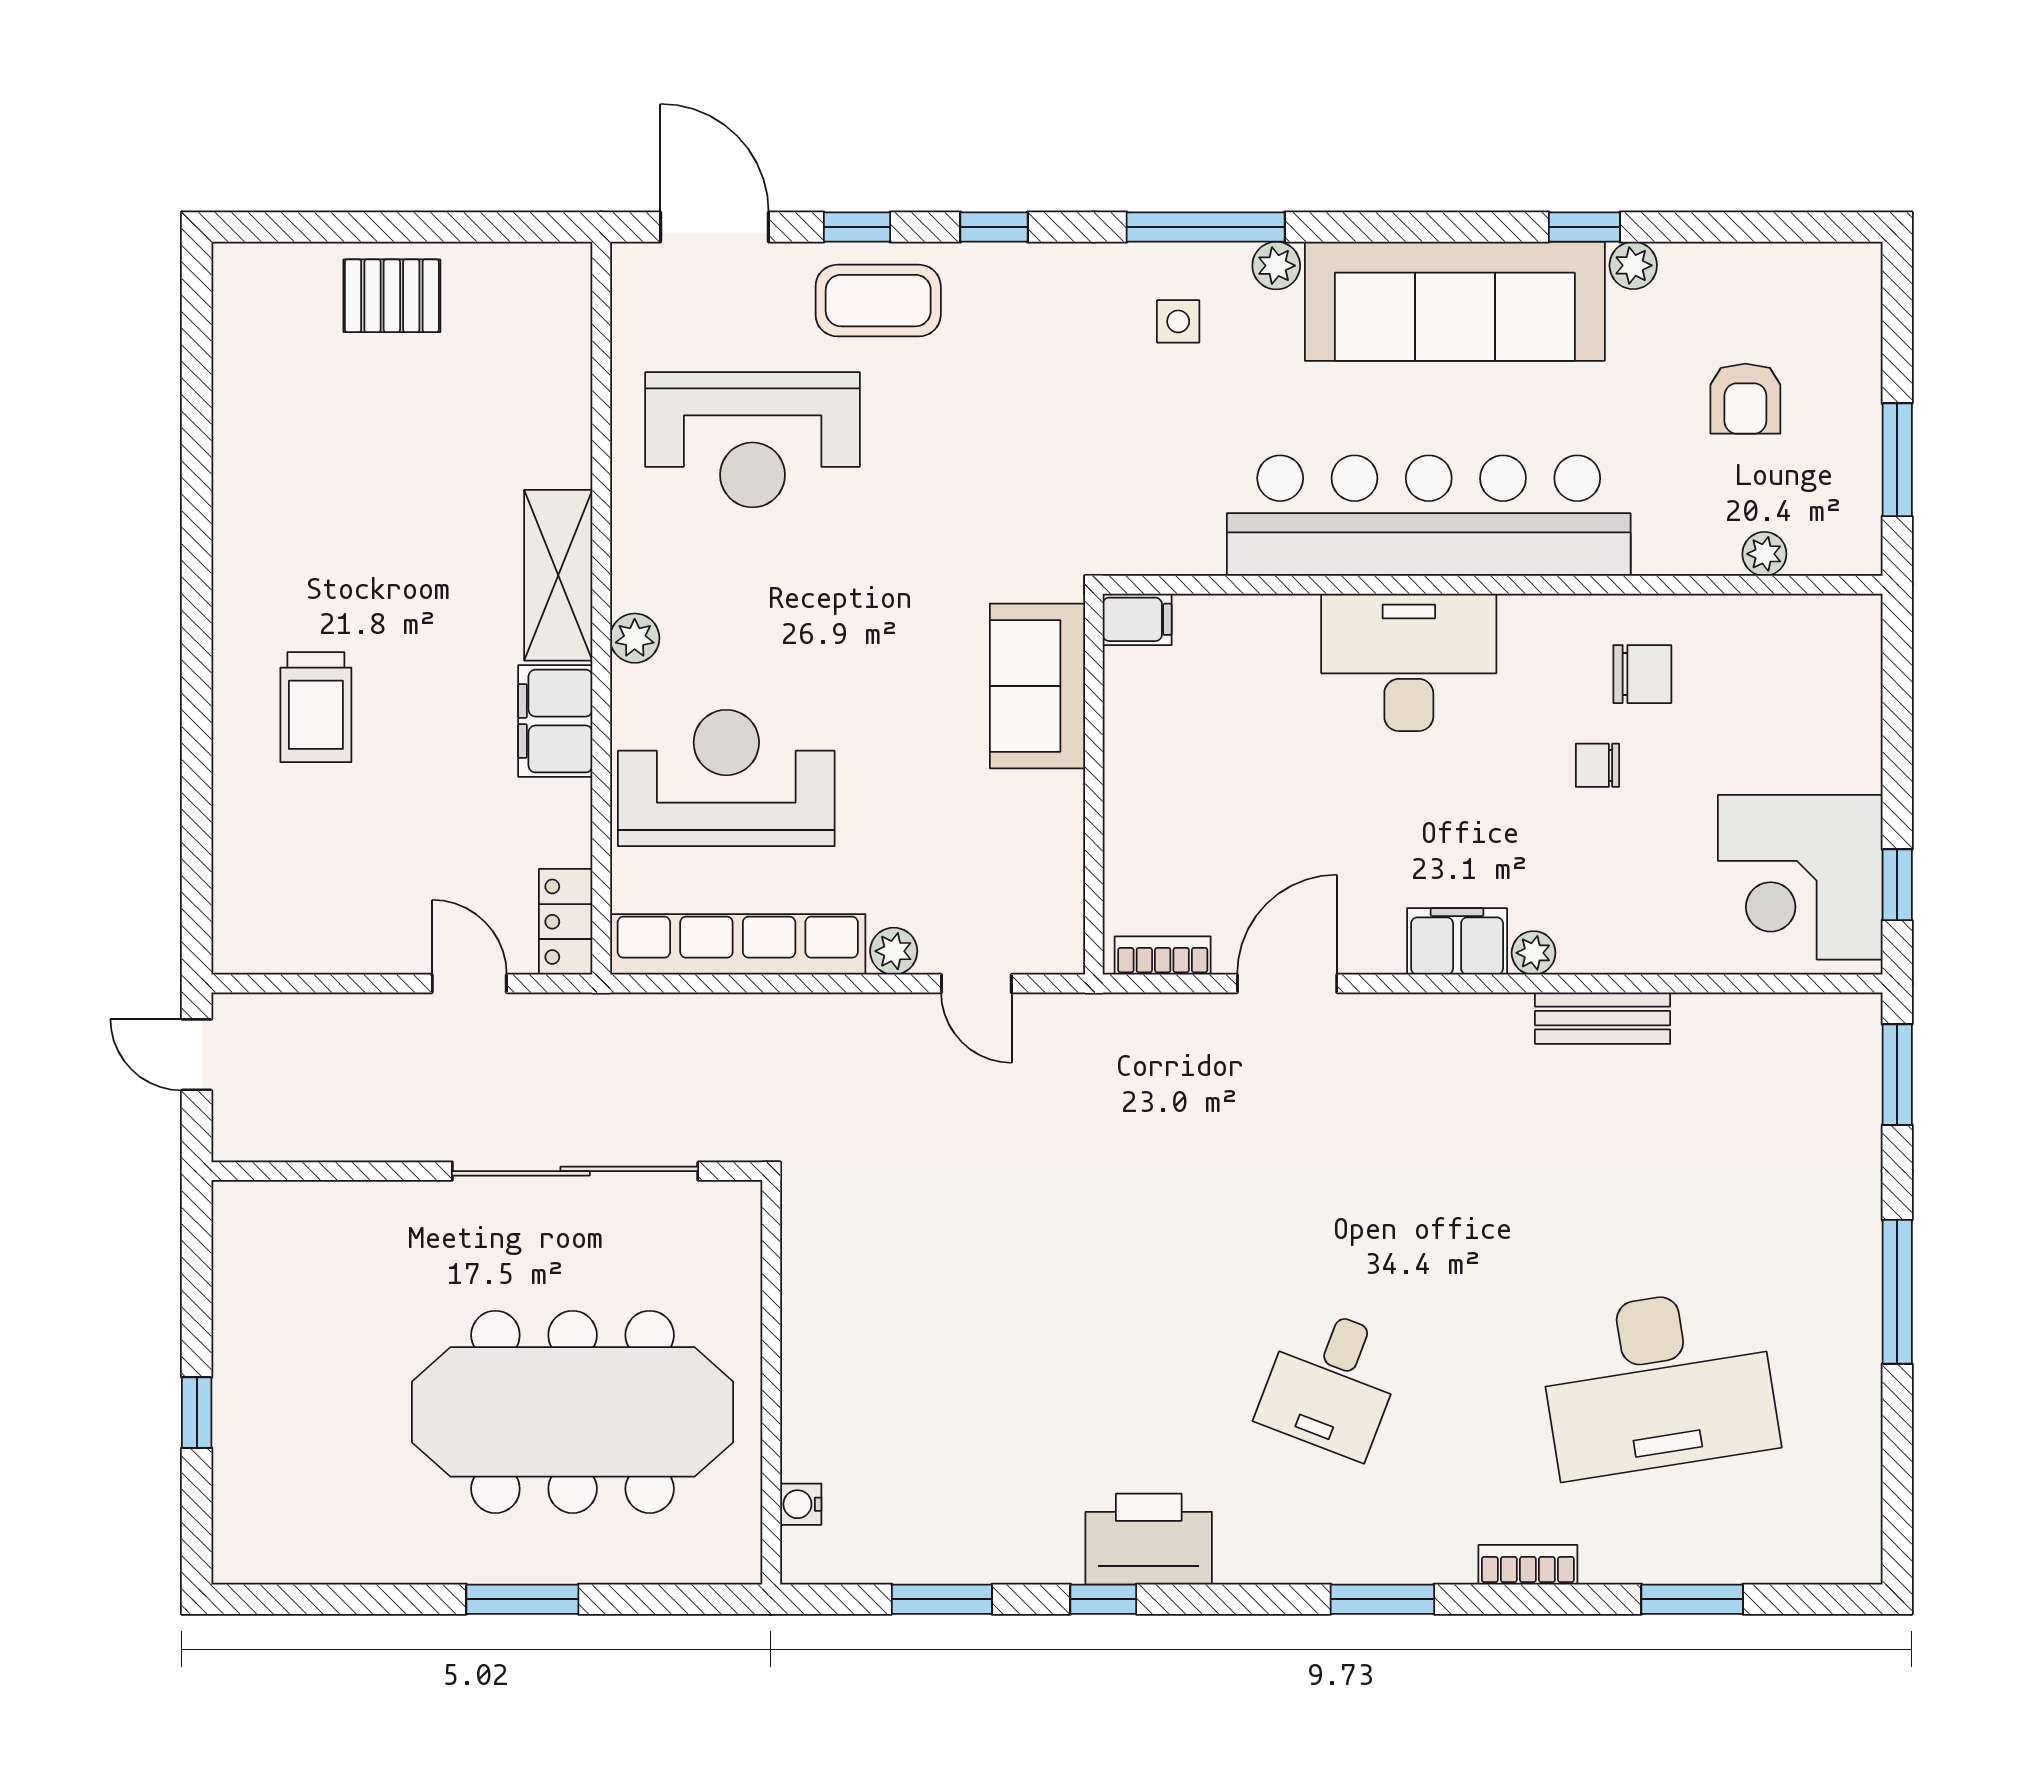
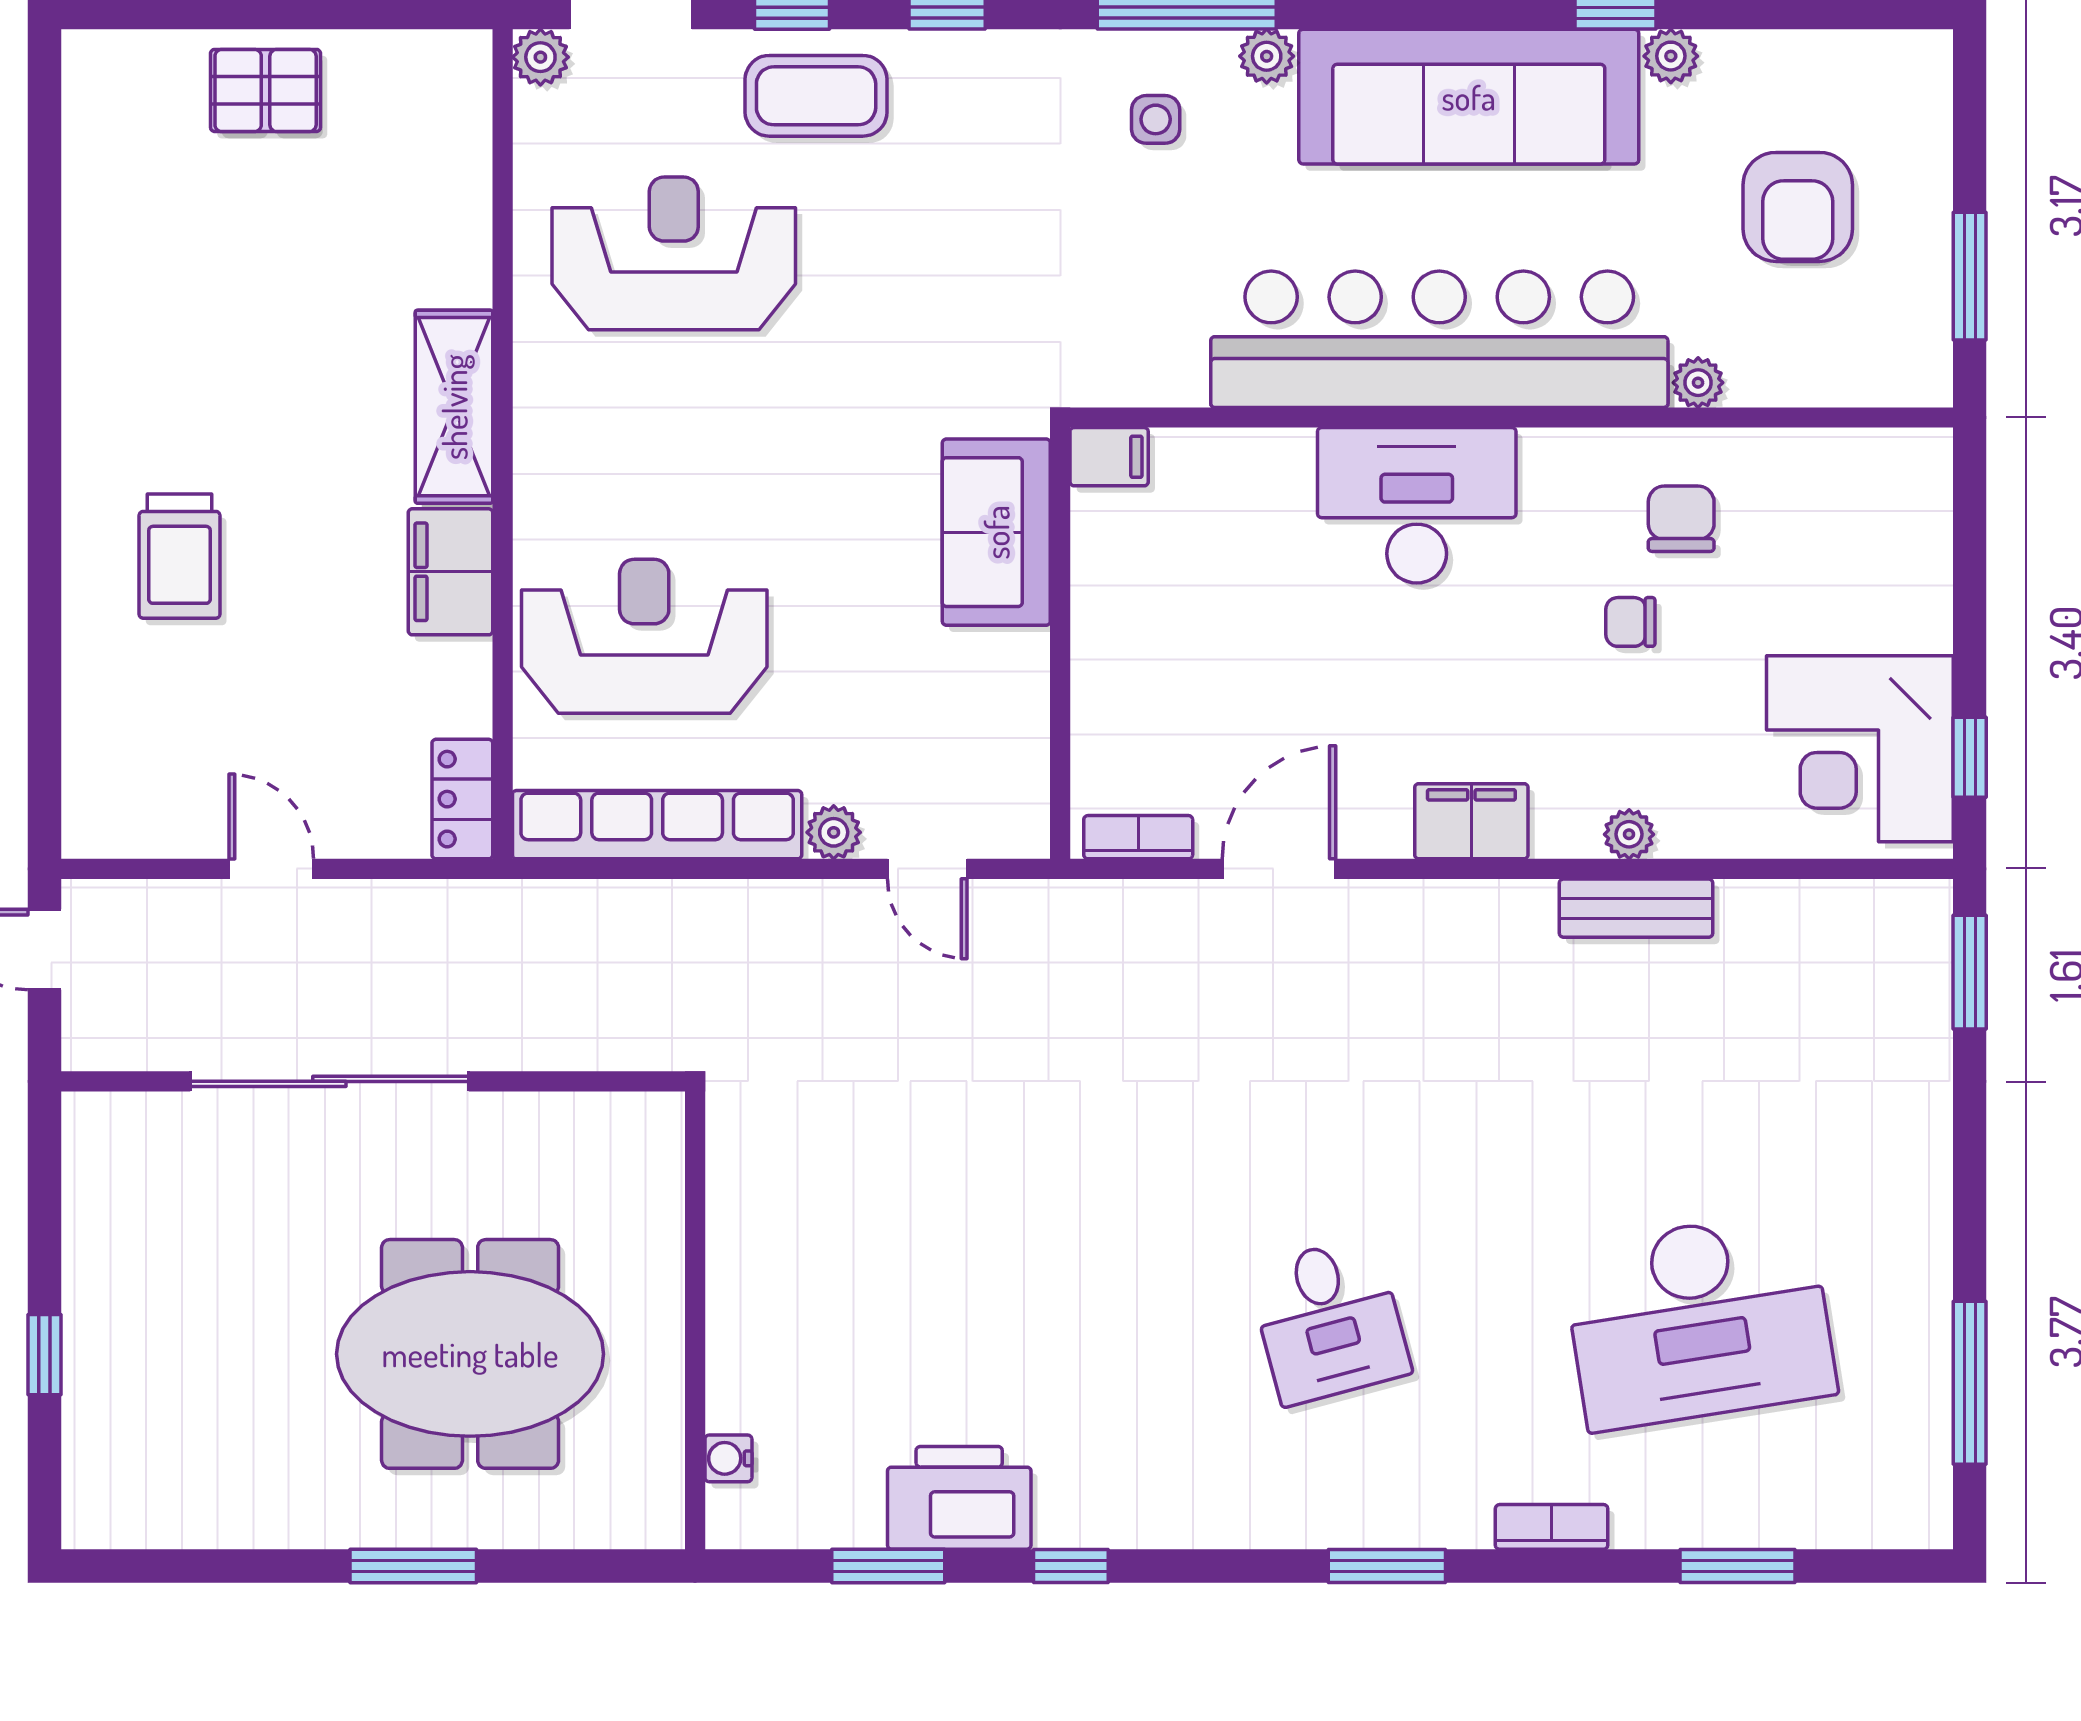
armchair: (1745, 399) -> (1798, 207), width x1.38, depth x1.38
reception desk: (753, 440) -> (674, 253), turned 180
plant: (1764, 554) -> (1698, 383), moved
plant: (635, 638) -> (540, 57), moved
chair: (1642, 674) -> (1681, 519), turned -90
plant: (1534, 953) -> (1629, 834), moved
door: (469, 983) -> (271, 869), moved
sliding door: (575, 1171) -> (329, 1081), moved
window: (1897, 1292) -> (1970, 1383), moved
desk: (1331, 1382) -> (1329, 1320), turned -36
meeting table: (573, 1412) -> (470, 1354), width x0.73
printer: (1149, 1539) -> (959, 1498), moved

